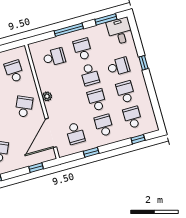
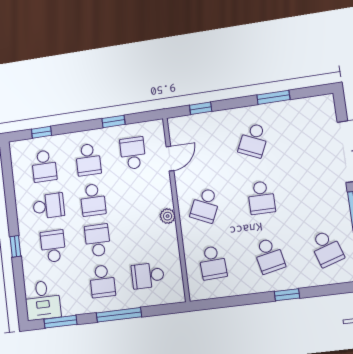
school desk: (118, 67) -> (53, 246), turned 90
school desk: (125, 92) -> (49, 206), turned -90
door: (51, 133) -> (170, 159), width x0.53

